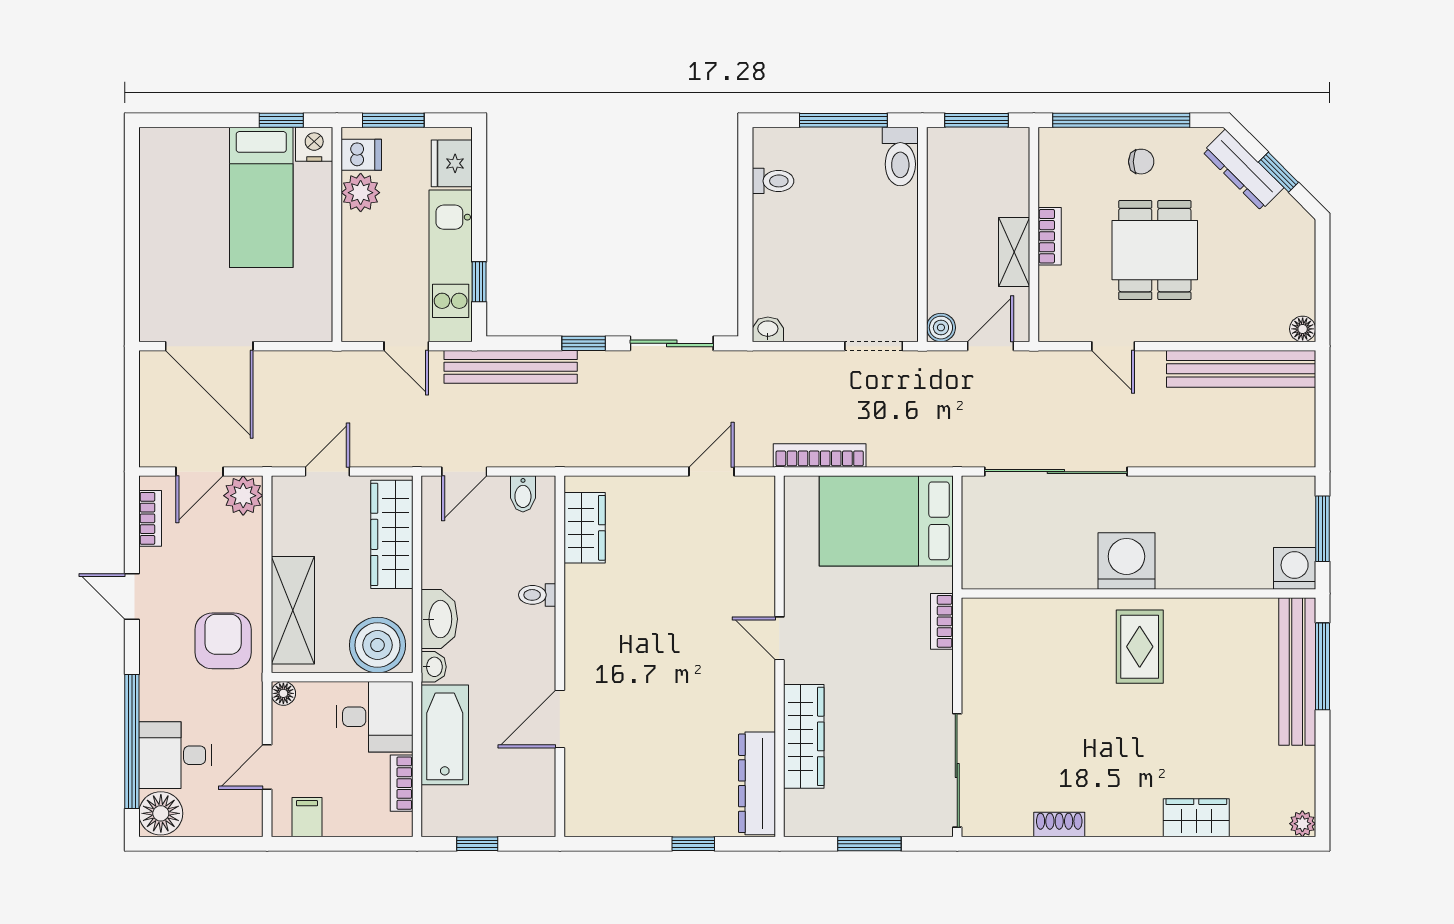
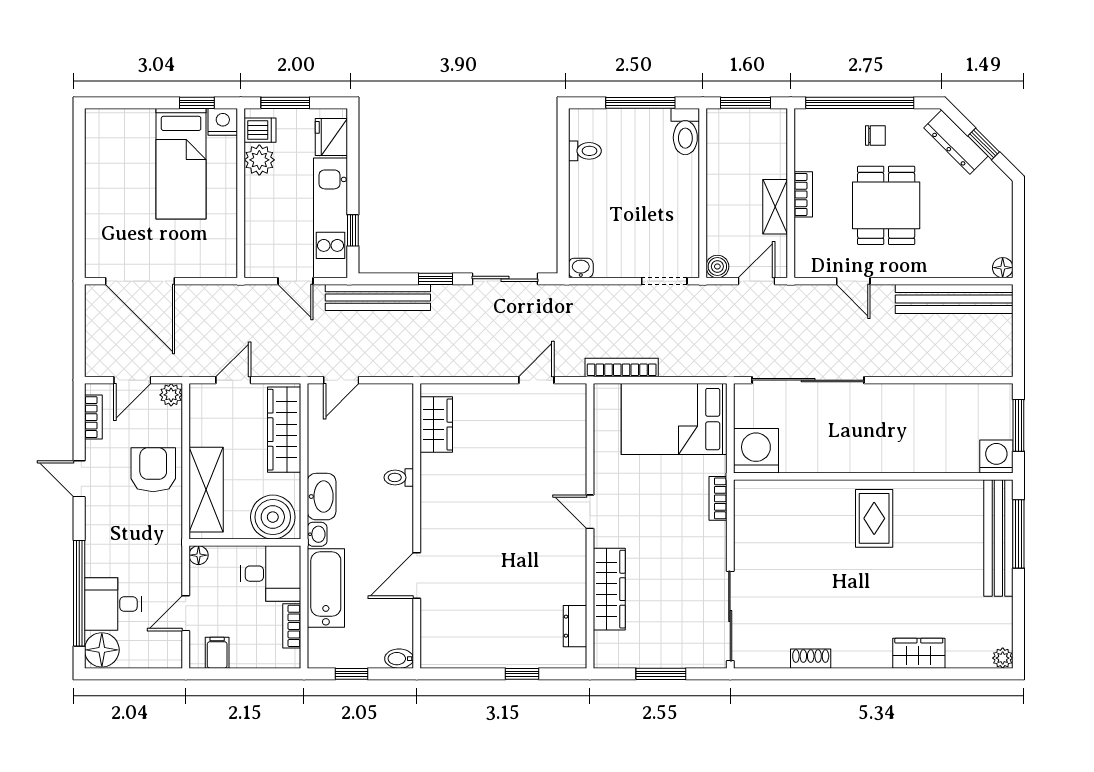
bidet: (523, 494) -> (399, 659), moved, turned 90
plant: (243, 496) -> (171, 395), width x0.73, depth x0.73
washing machine: (1126, 561) -> (756, 451), moved
armchair: (223, 641) -> (153, 470), moved
dresser: (757, 783) -> (575, 626), width x0.51, depth x0.80

